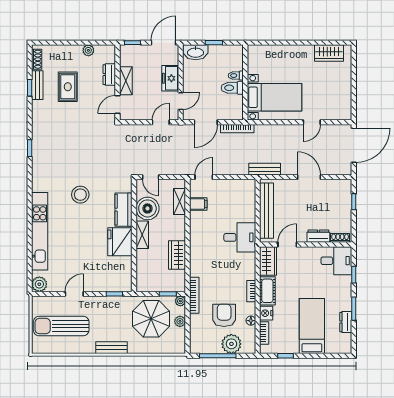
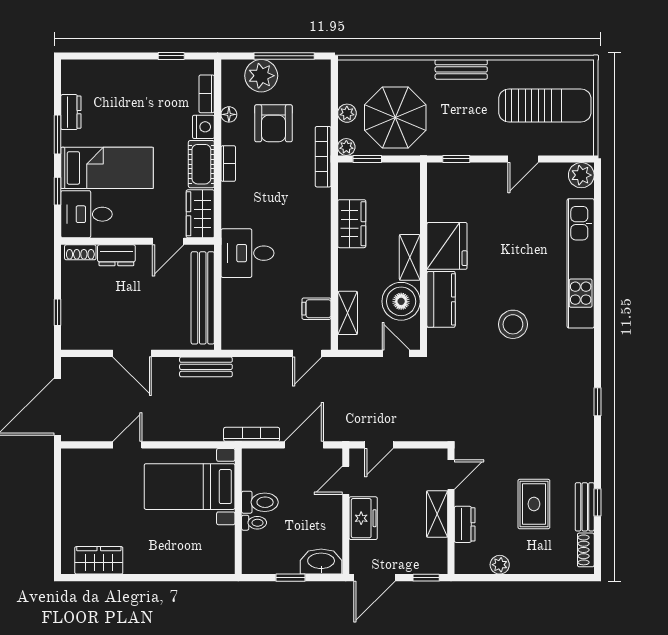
bed: (312, 326) -> (107, 168), moved, turned -90

